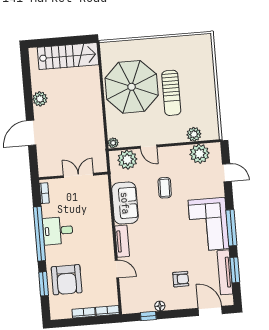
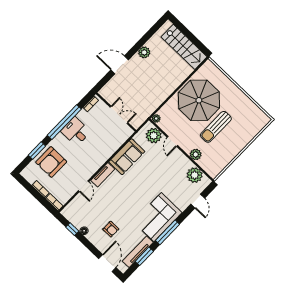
plant: (194, 134) -> (196, 154), moved
coffee table: (165, 188) -> (156, 172), removed

